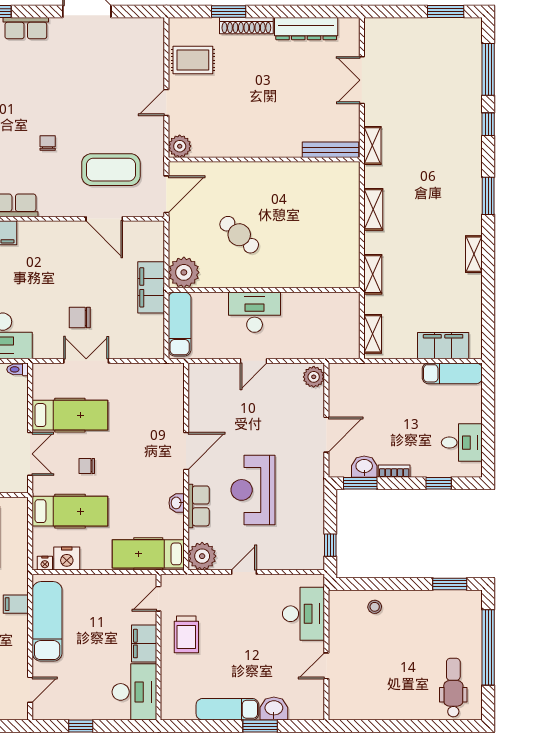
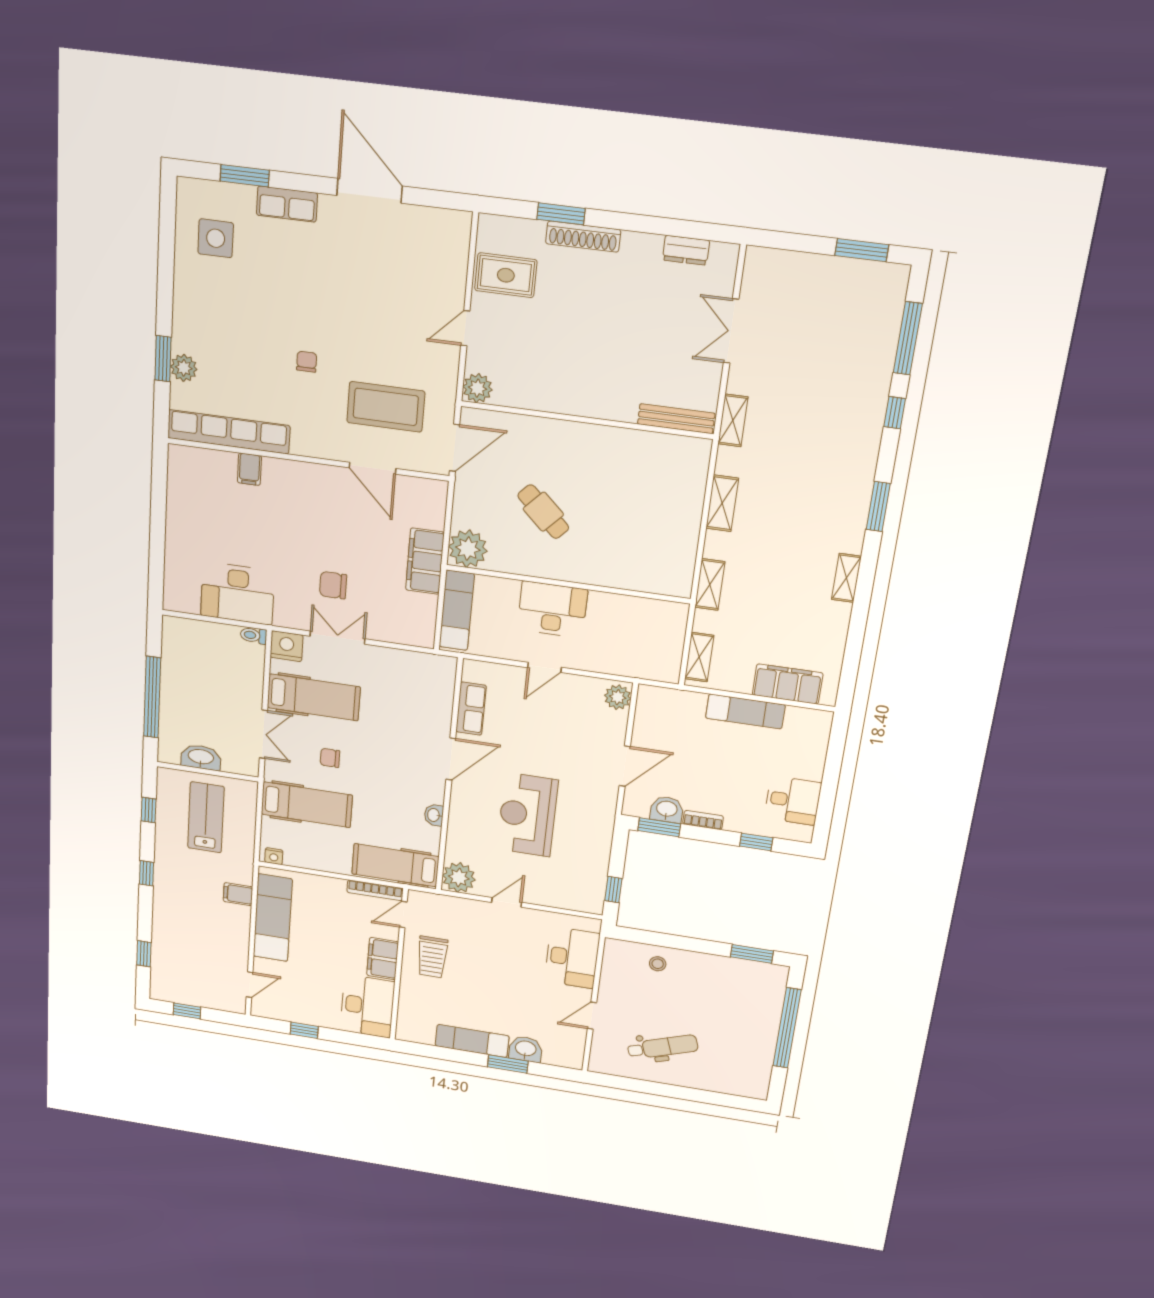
dresser: (306, 29) -> (686, 250), width x0.51, depth x0.80
exam couch: (452, 373) -> (745, 711), moved
row of seats: (199, 506) -> (471, 709), moved
nightstand: (67, 559) -> (287, 646), moved, turned 180
bookcase: (133, 580) -> (375, 890), added
dental chair: (453, 687) -> (663, 1047), moved, turned 71

